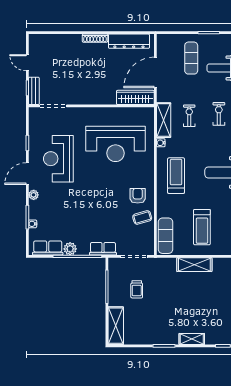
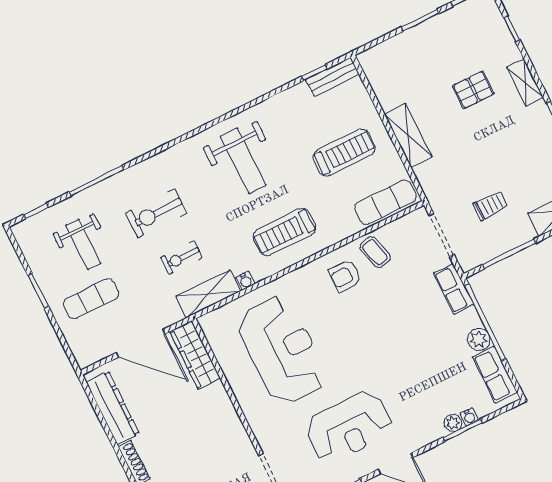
exercise bike: (219, 114) -> (156, 213), width x1.38, depth x1.39
plant: (34, 195) -> (453, 423), moved
pallet: (201, 310) -> (473, 90), added

